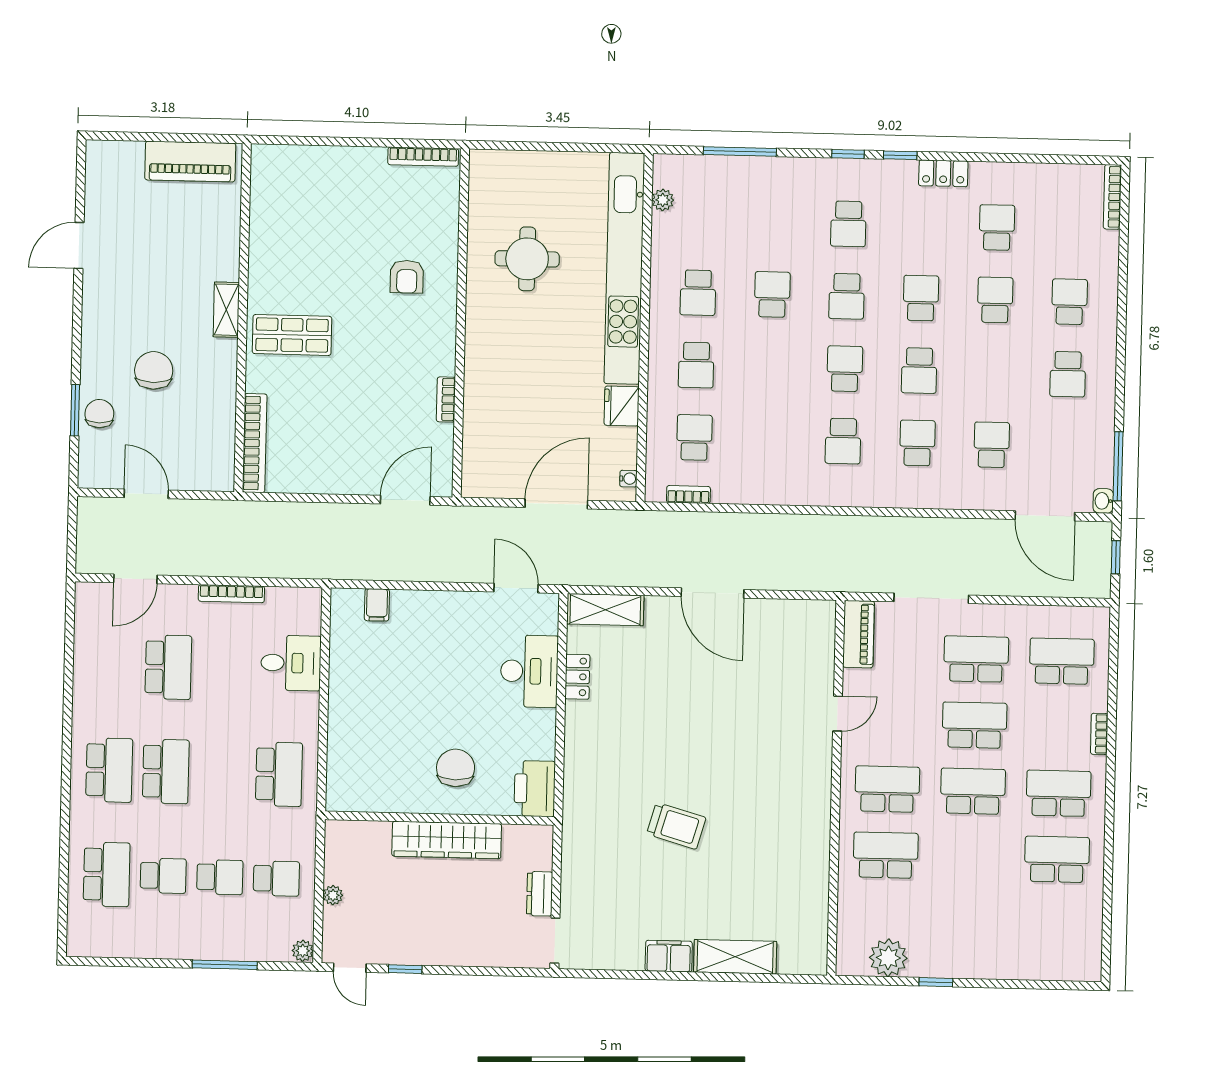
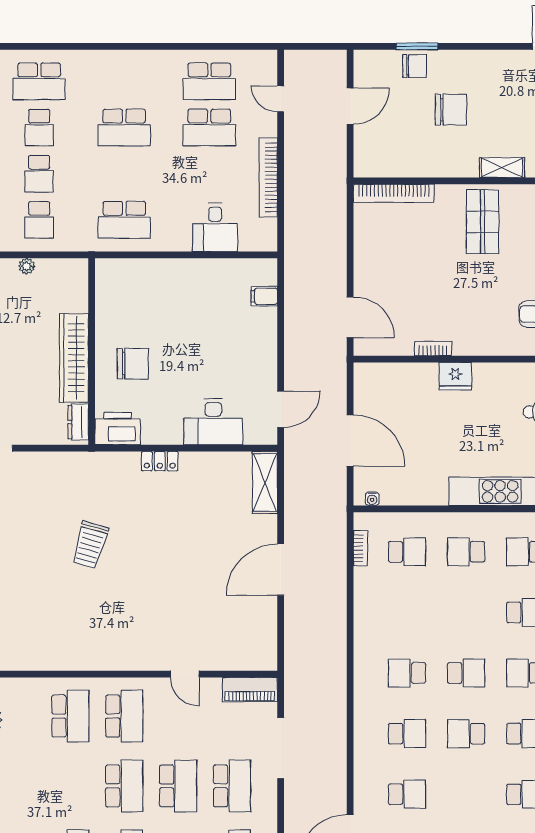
fridge: (622, 406) -> (455, 376), moved, turned 180
door: (135, 579) -> (281, 99), width x0.73
bookcase: (231, 594) -> (268, 177), width x1.48, depth x1.31
locker: (577, 677) -> (160, 461), moved
school desk: (109, 770) -> (209, 81), moved
dresser: (540, 894) -> (78, 422), moved, turned -90

